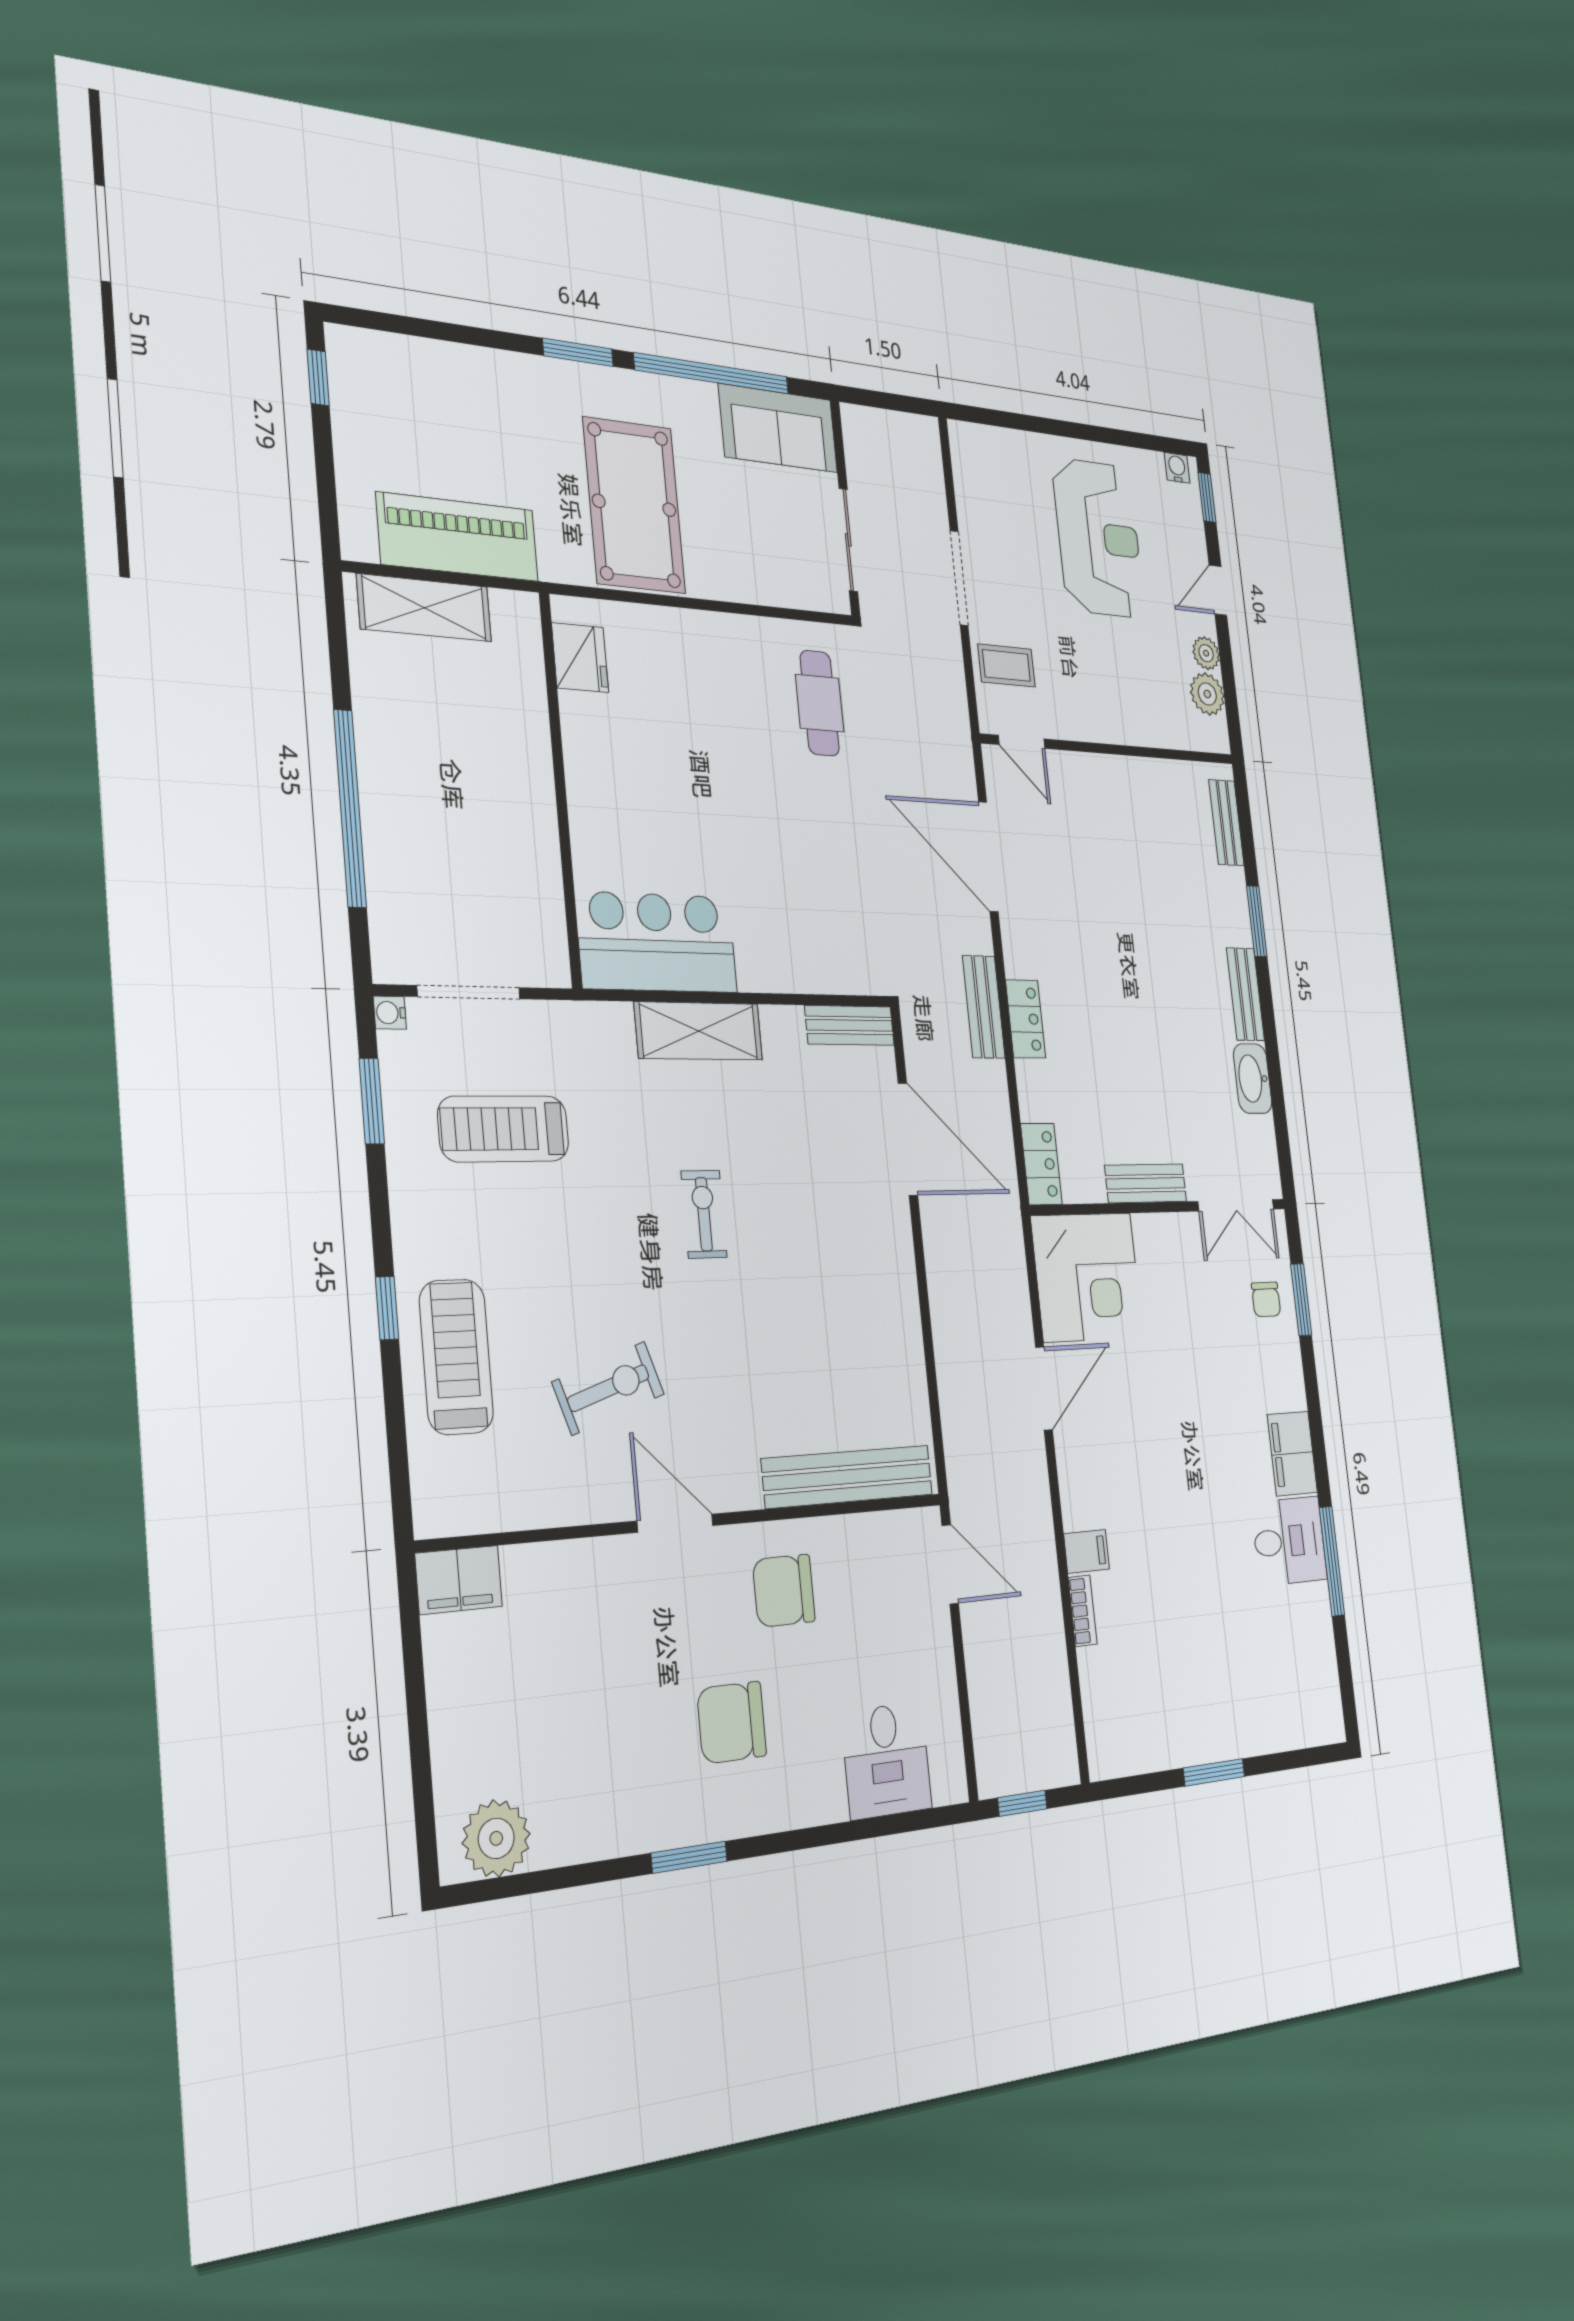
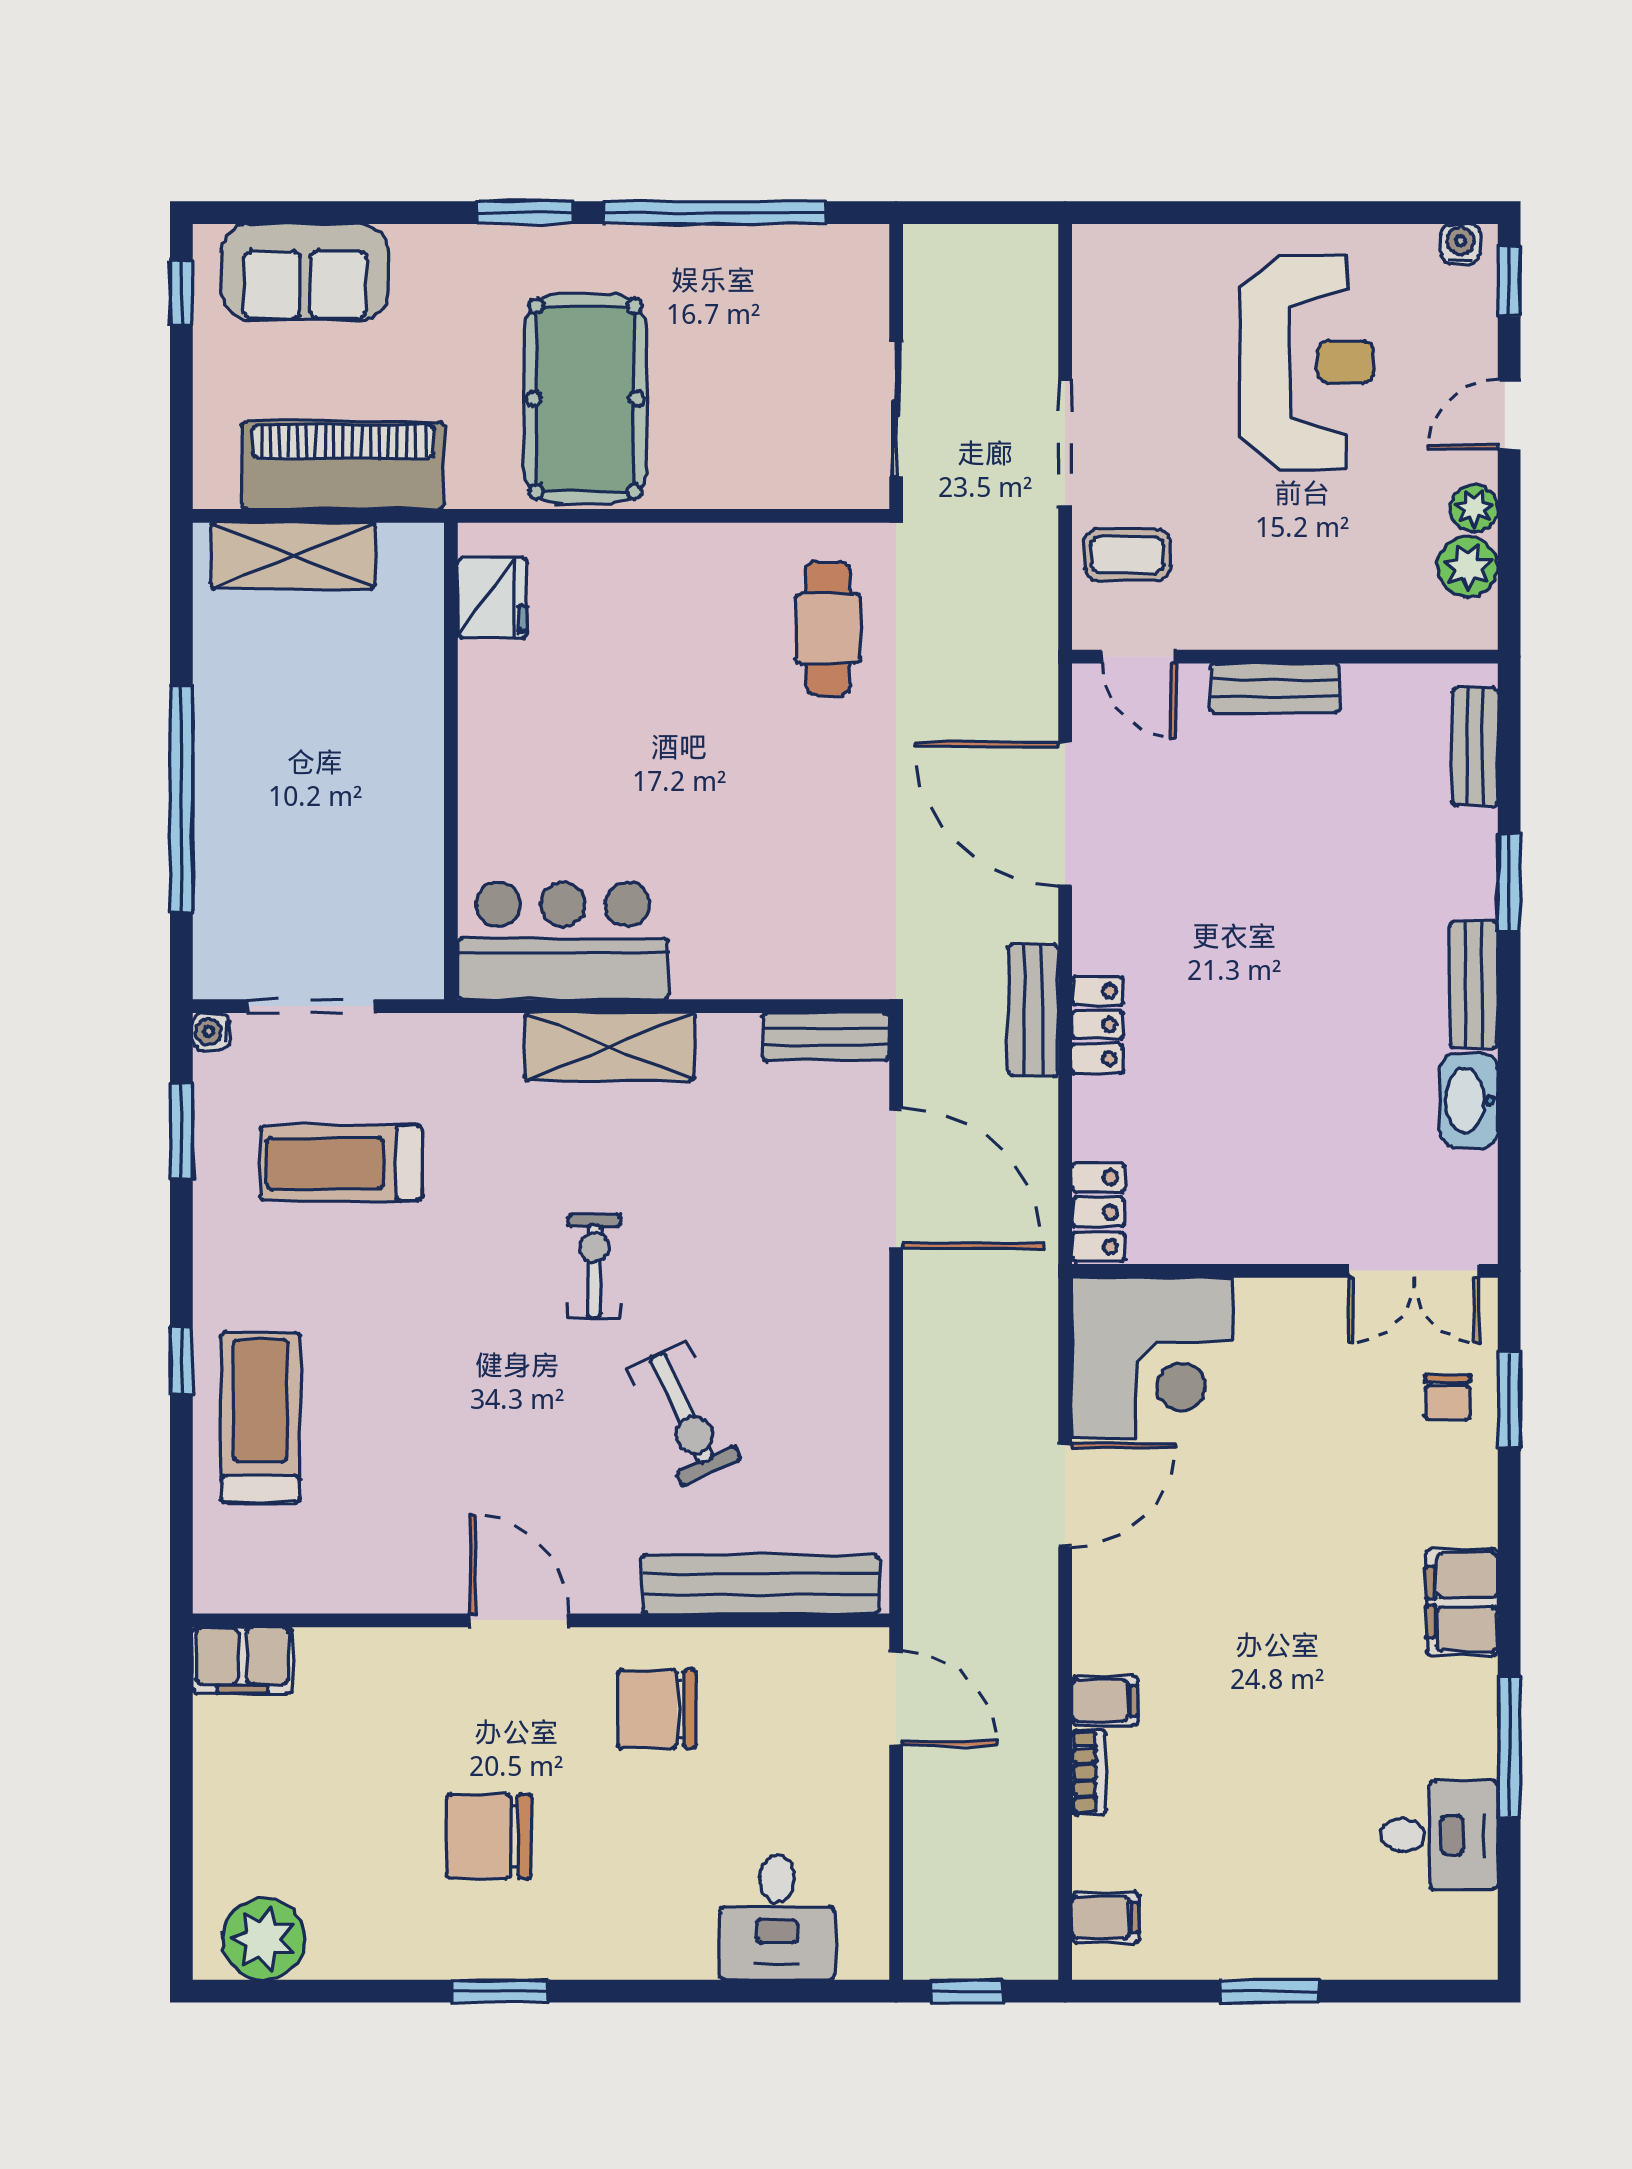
sofa: (778, 428) -> (305, 272), moved
bench: (1146, 1183) -> (1275, 688), moved
exercise bike: (608, 1388) -> (684, 1414), moved, turned 83
desk: (1289, 1541) -> (1439, 1835), moved
chair: (732, 1722) -> (489, 1836), moved
filing cabinet: (1106, 1728) -> (1105, 1917), added

